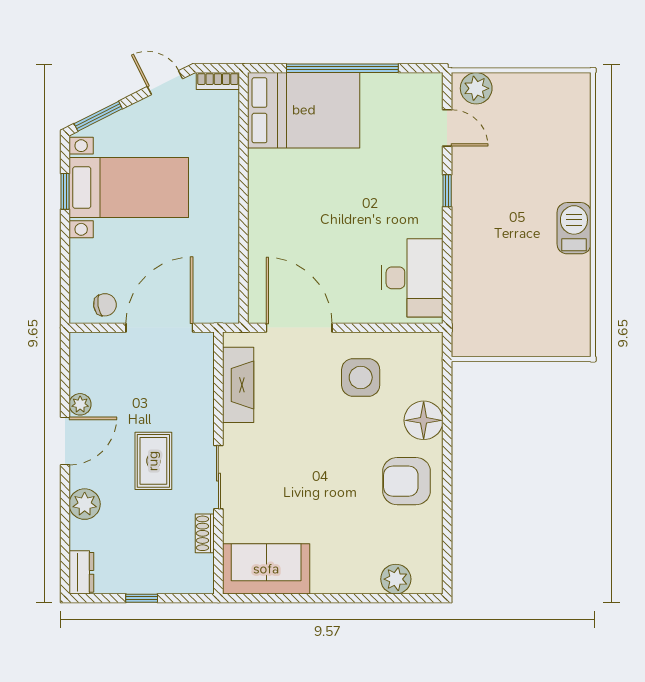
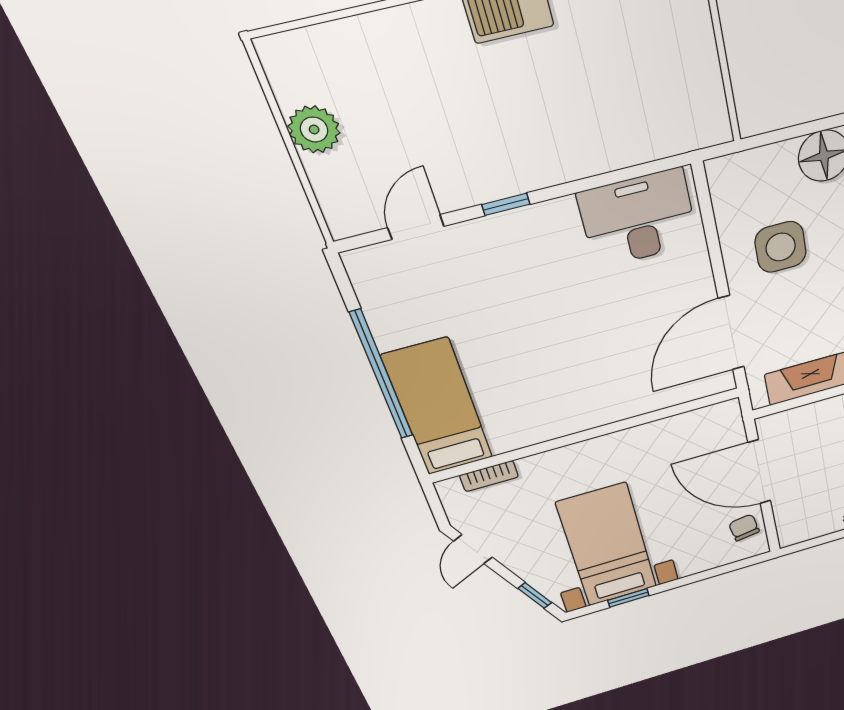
bookcase: (218, 81) -> (489, 476), moved, turned 90
plant: (476, 88) -> (314, 129), moved
bed: (304, 110) -> (438, 408), width x0.67
window: (98, 116) -> (535, 596), width x0.67

